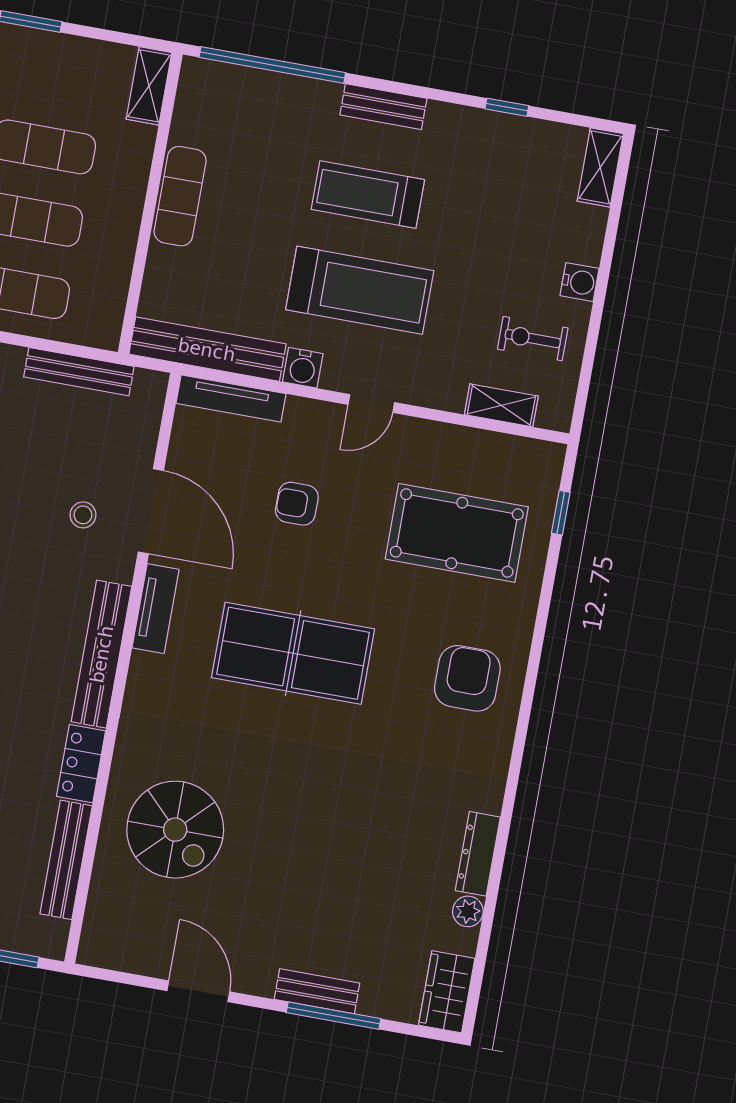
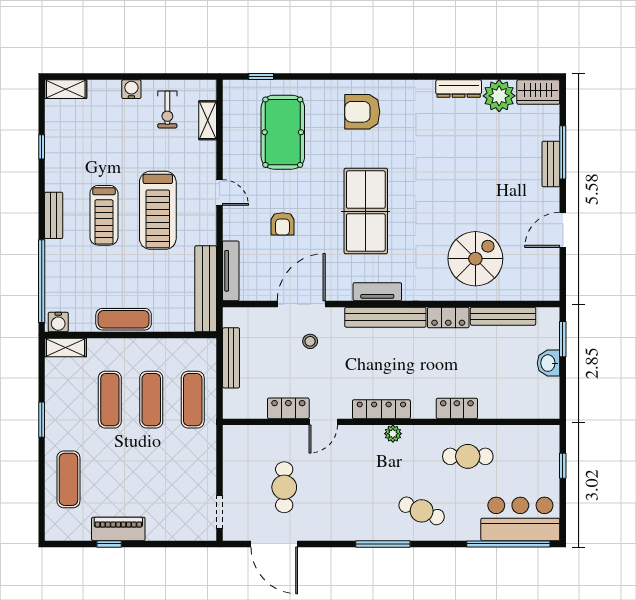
treadmill: (360, 290) -> (158, 210), turned 180
water cooler: (303, 368) -> (58, 322), moved, turned 90
tv unit: (156, 609) -> (377, 292), moved
plant: (468, 911) -> (499, 96), width x1.88, depth x1.88

